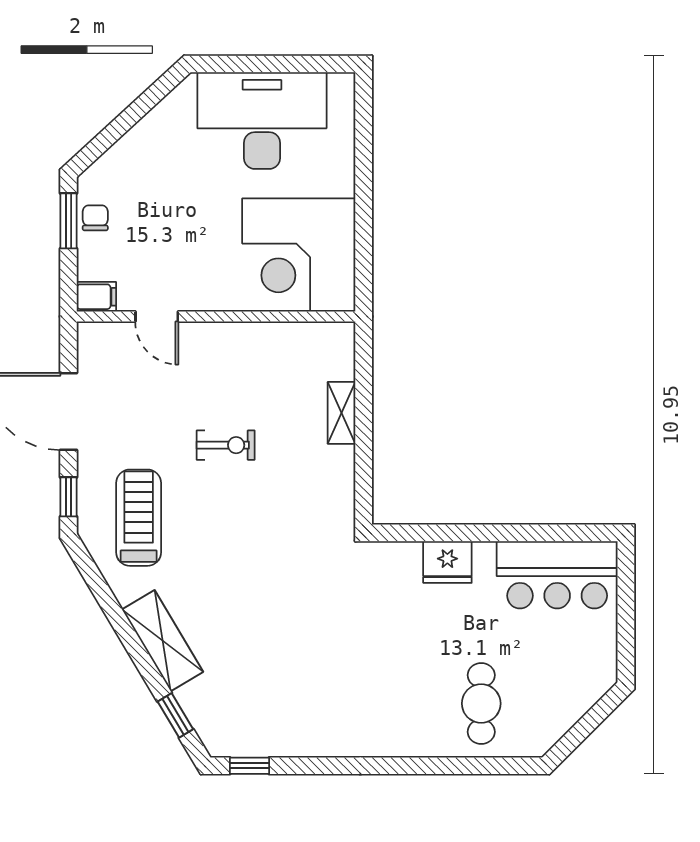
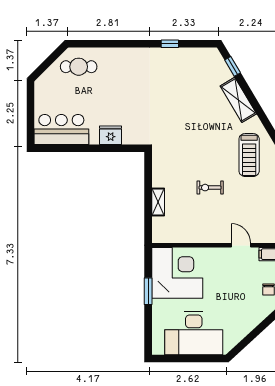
window: (364, 214) -> (148, 291), added
cafe table: (481, 703) -> (79, 67), moved, turned 90
window: (250, 766) -> (170, 44), moved

